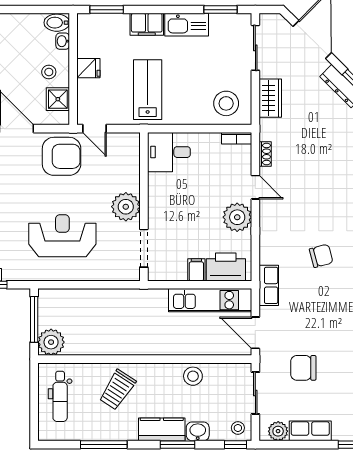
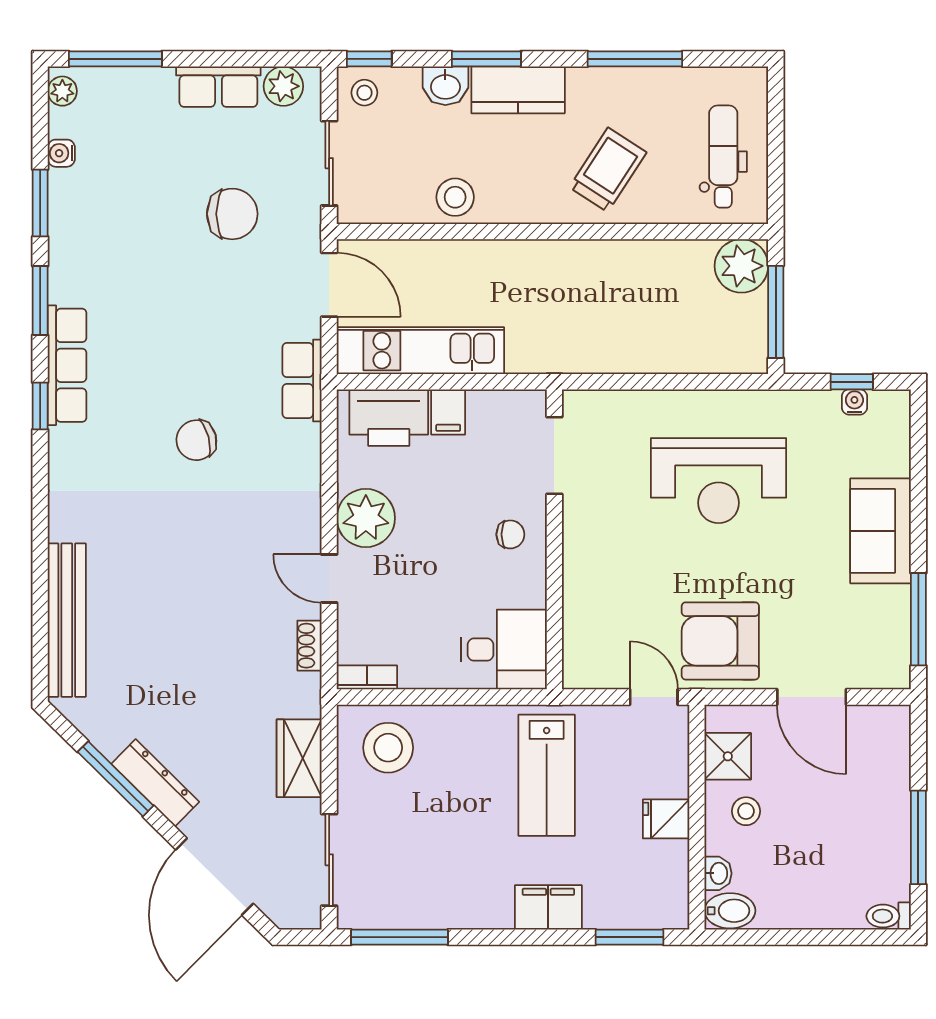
window: (220, 10) -> (400, 937), width x1.44
kitchen sink: (187, 25) -> (468, 906), removed
plant: (126, 207) -> (591, 539), removed
chair: (166, 209) -> (510, 534), added

